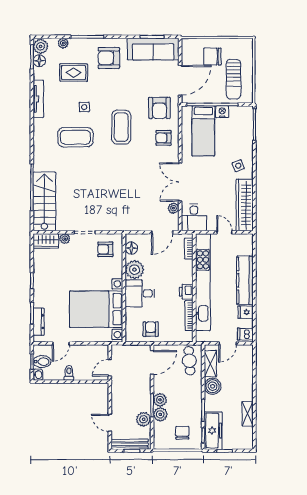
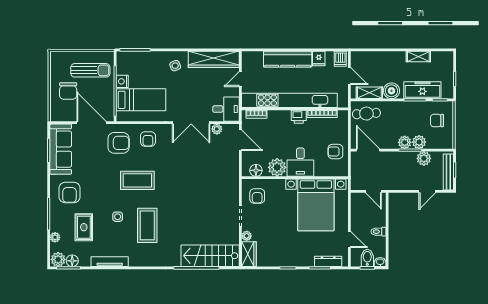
freezer: (213, 431) -> (422, 90), moved

